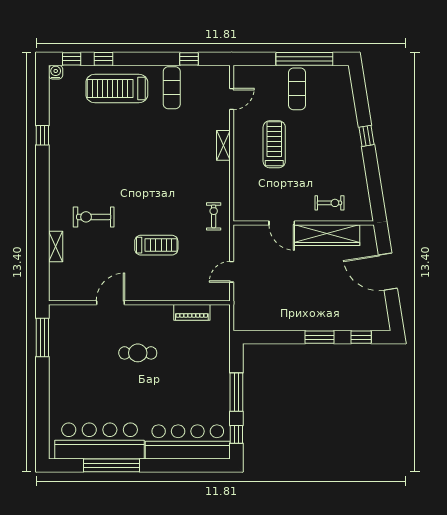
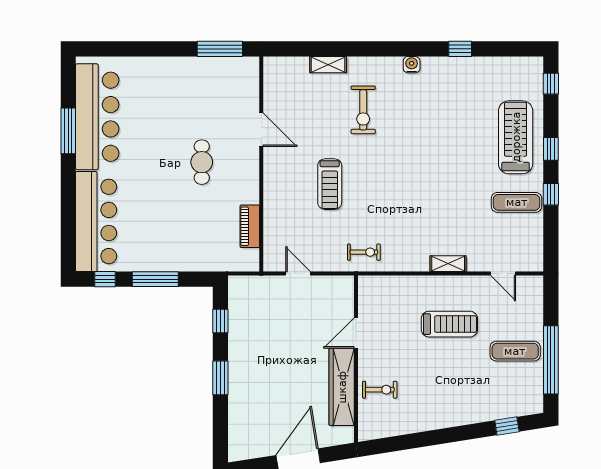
window: (103, 59) -> (551, 149), moved
window: (189, 59) -> (551, 194), moved
water cooler: (56, 72) -> (412, 65), moved, turned -90
window: (366, 136) -> (507, 426), moved
exercise bike: (329, 203) -> (380, 390), turned -90
exercise bike: (94, 217) -> (363, 110), turned 180
window: (361, 337) -> (220, 321), moved
window: (112, 465) -> (68, 131), width x0.68

